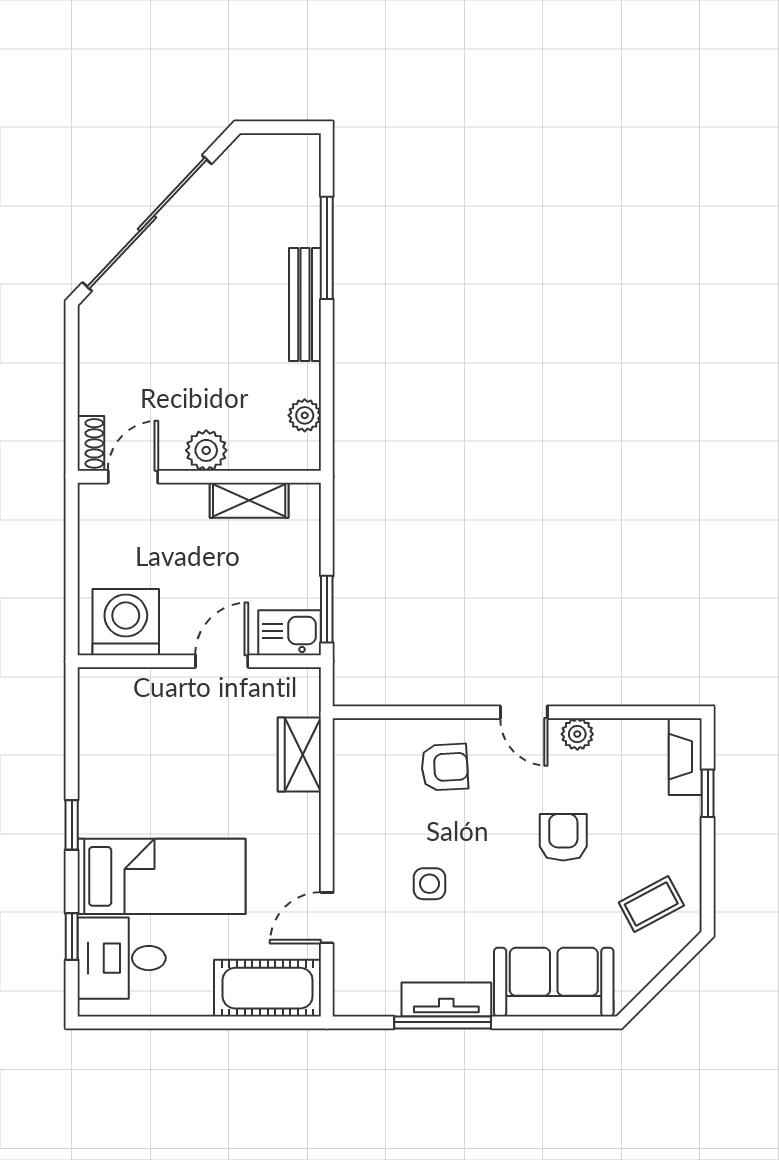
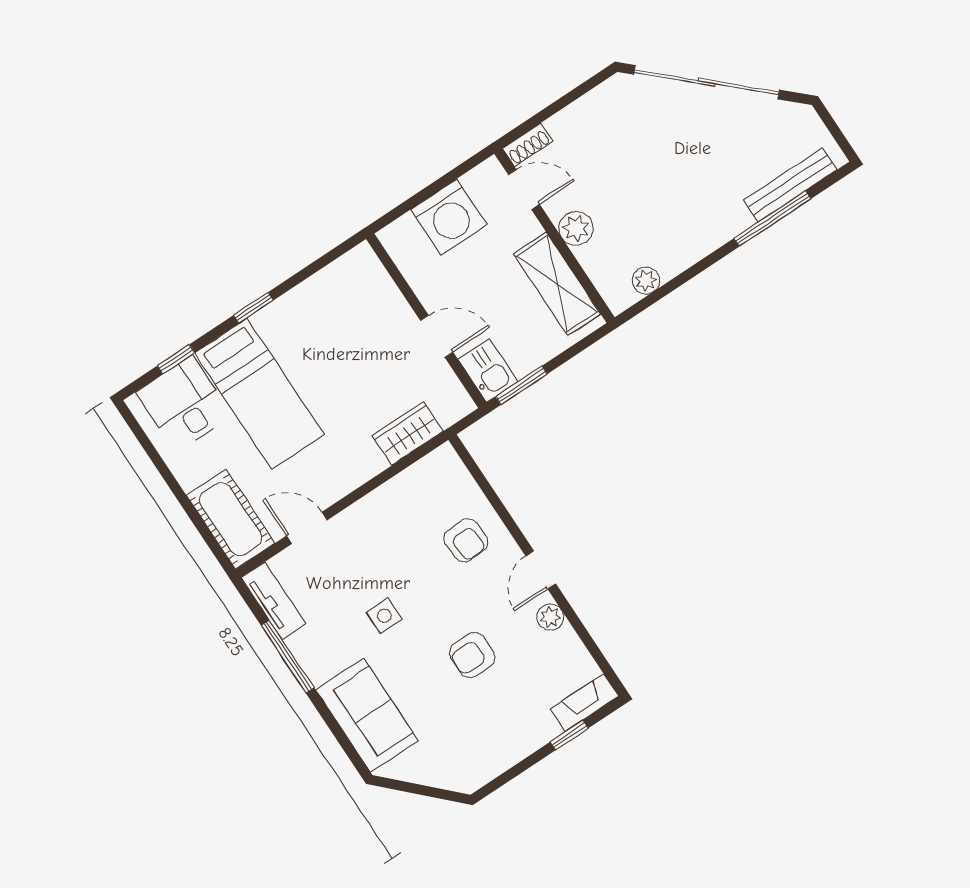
bench: (305, 305) -> (790, 185), moved
shelving: (249, 500) -> (557, 284), width x1.50, depth x1.33
washing machine: (126, 622) -> (449, 217), moved, turned 90
armchair: (563, 837) -> (472, 655), turned 180
side table: (429, 884) -> (384, 616), moved
coffee table: (651, 904) -> (466, 747), removed
tv unit: (446, 999) -> (274, 601), moved

